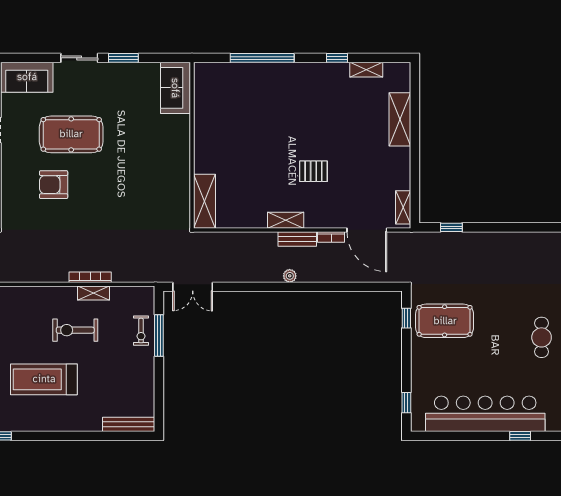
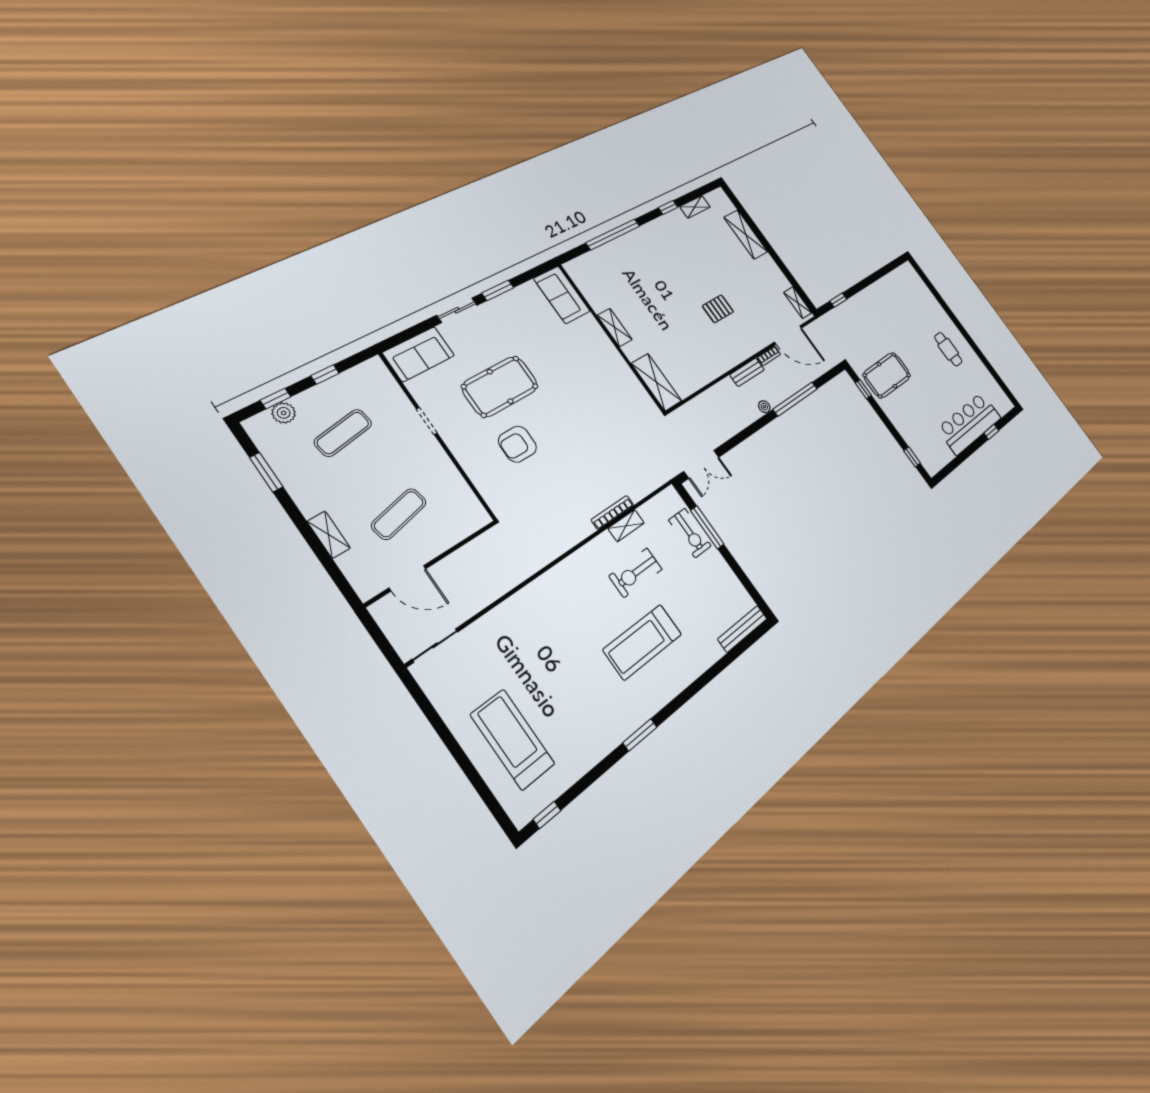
shelving: (286, 220) -> (615, 327), moved, turned 90
window: (326, 287) -> (795, 399), added
exercise bike: (141, 331) -> (690, 533), width x1.38, depth x1.39
bar counter: (485, 414) -> (969, 423), width x0.73

